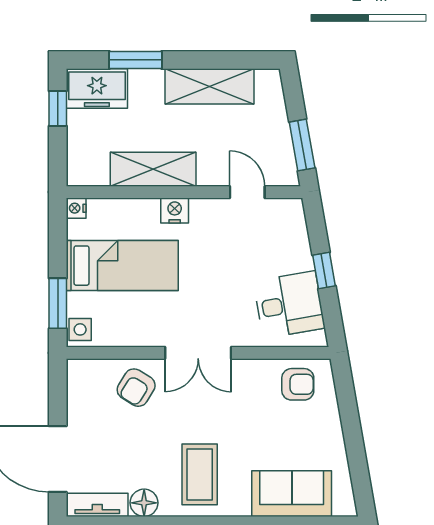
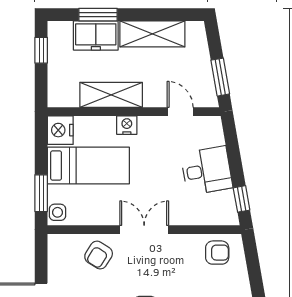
freezer: (97, 88) -> (96, 36), moved
nightstand: (76, 208) -> (60, 130), width x1.89, depth x1.79
window: (324, 271) -> (242, 199), moved
desk: (289, 305) -> (207, 171), moved
double door: (198, 353) -> (144, 230), swing flipped

